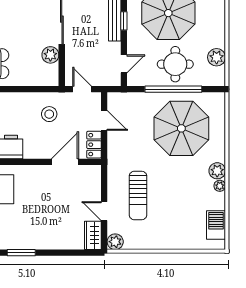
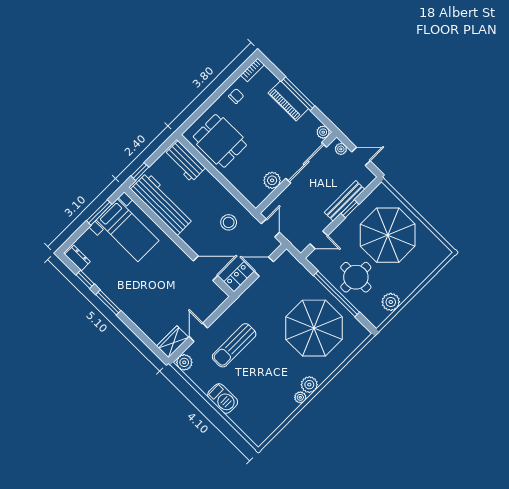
door: (104, 120) -> (264, 267), swing flipped
barbecue: (216, 225) -> (223, 399), moved, turned 90

